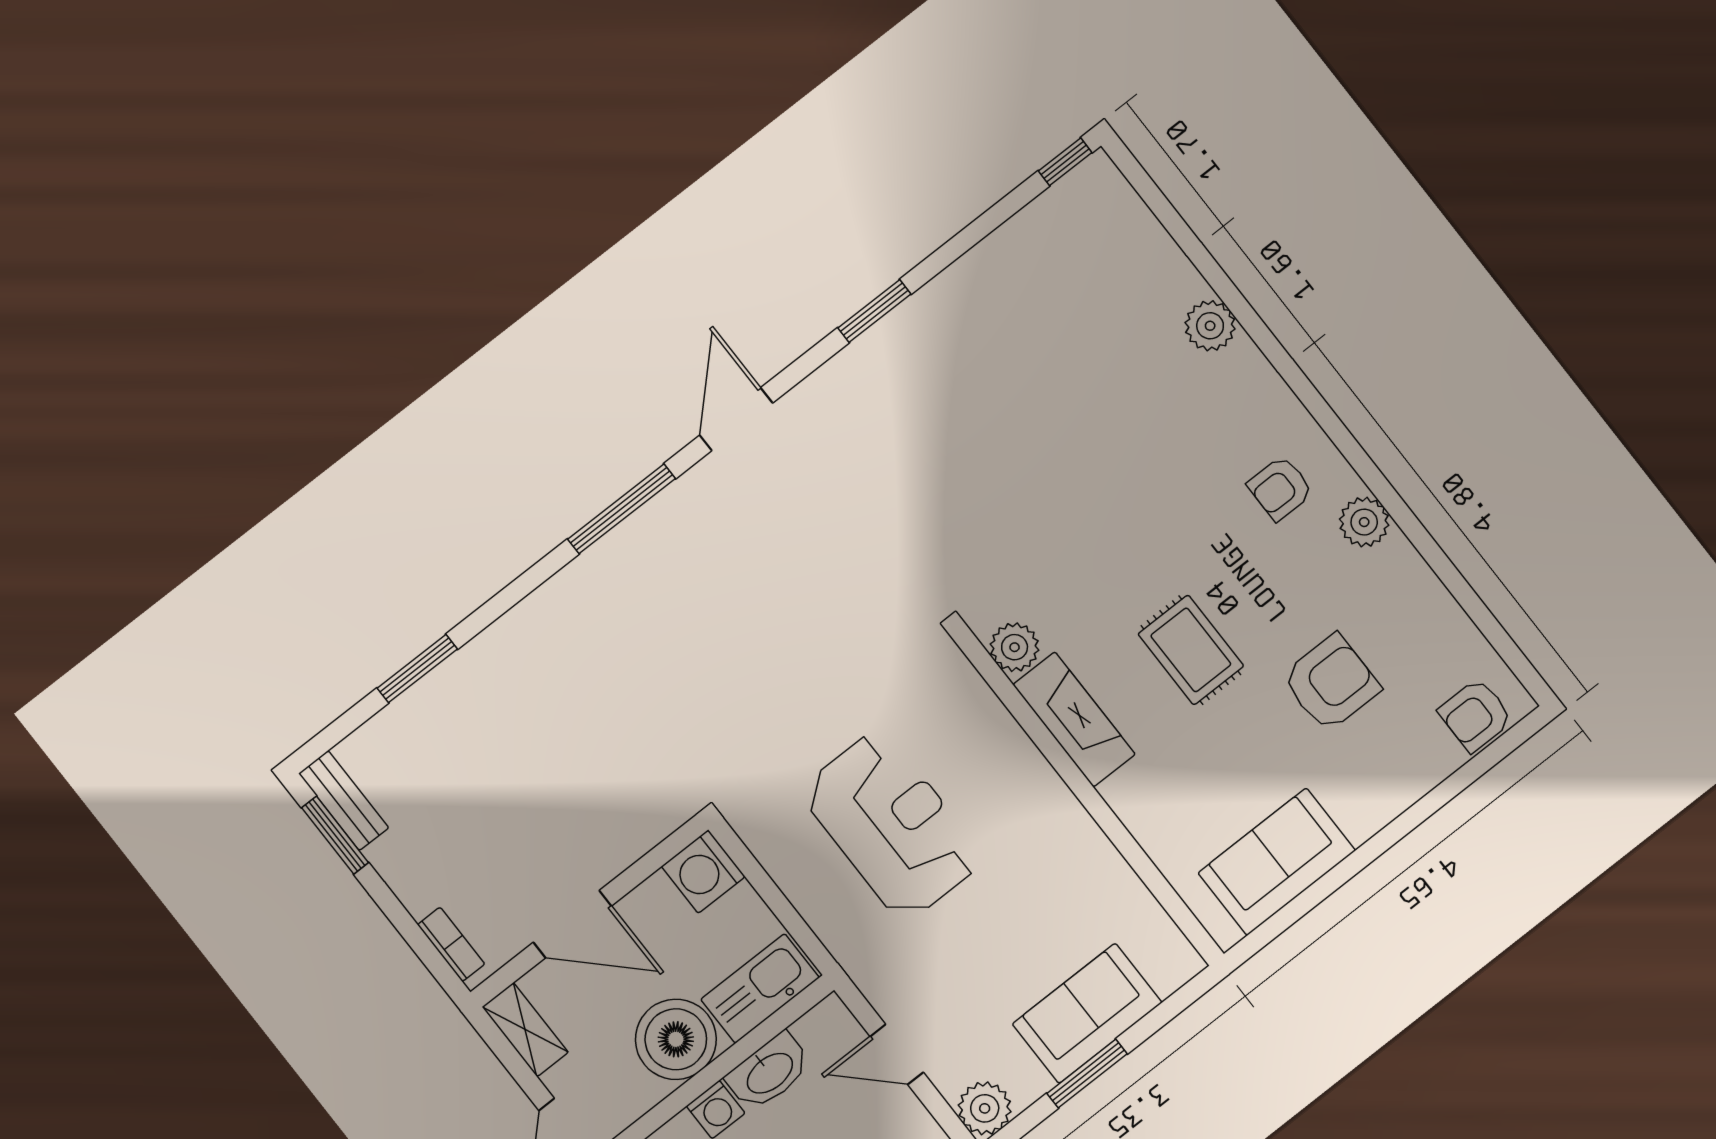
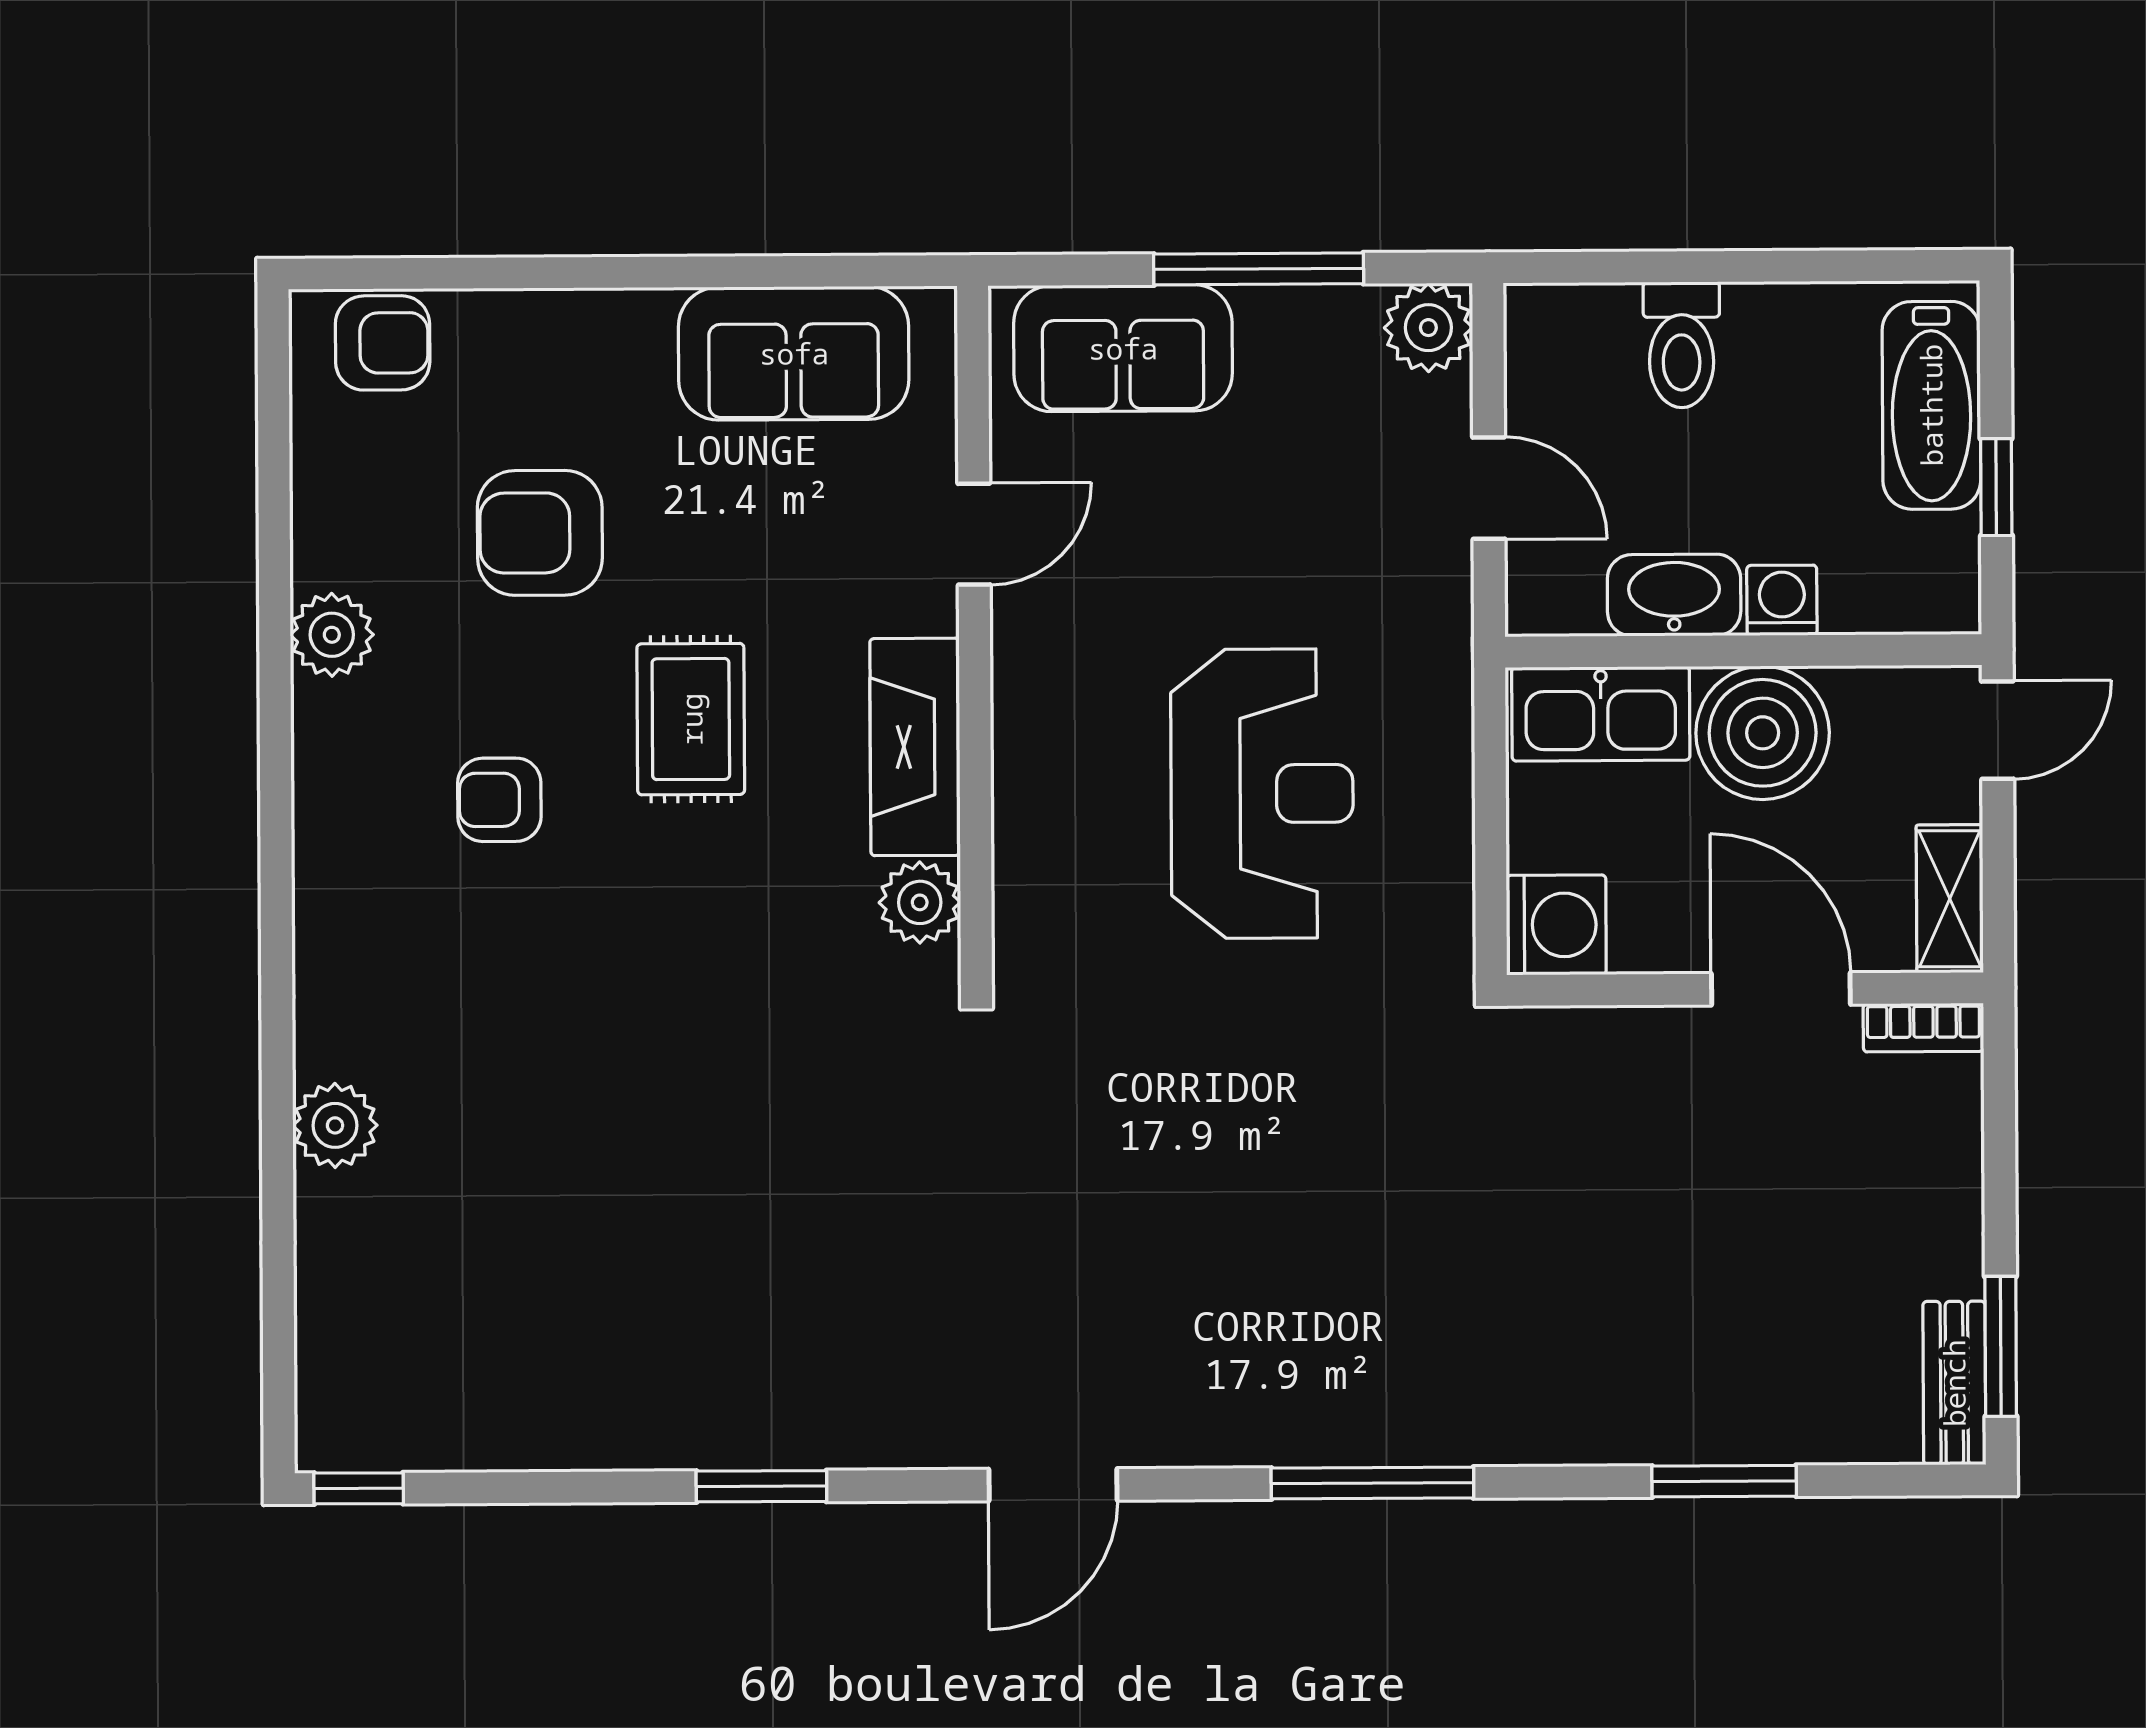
armchair: (1280, 488) -> (499, 800), moved, turned 180
window: (622, 509) -> (1372, 1483), moved
plant: (1364, 522) -> (332, 635), moved
reception desk: (892, 825) -> (1262, 794), turned 180
door: (1125, 842) -> (974, 534), added
bookcase: (451, 944) -> (1923, 1028), moved, turned -90
sofa: (1087, 1013) -> (1123, 348), moved
window: (1087, 1074) -> (1259, 269), width x1.44

